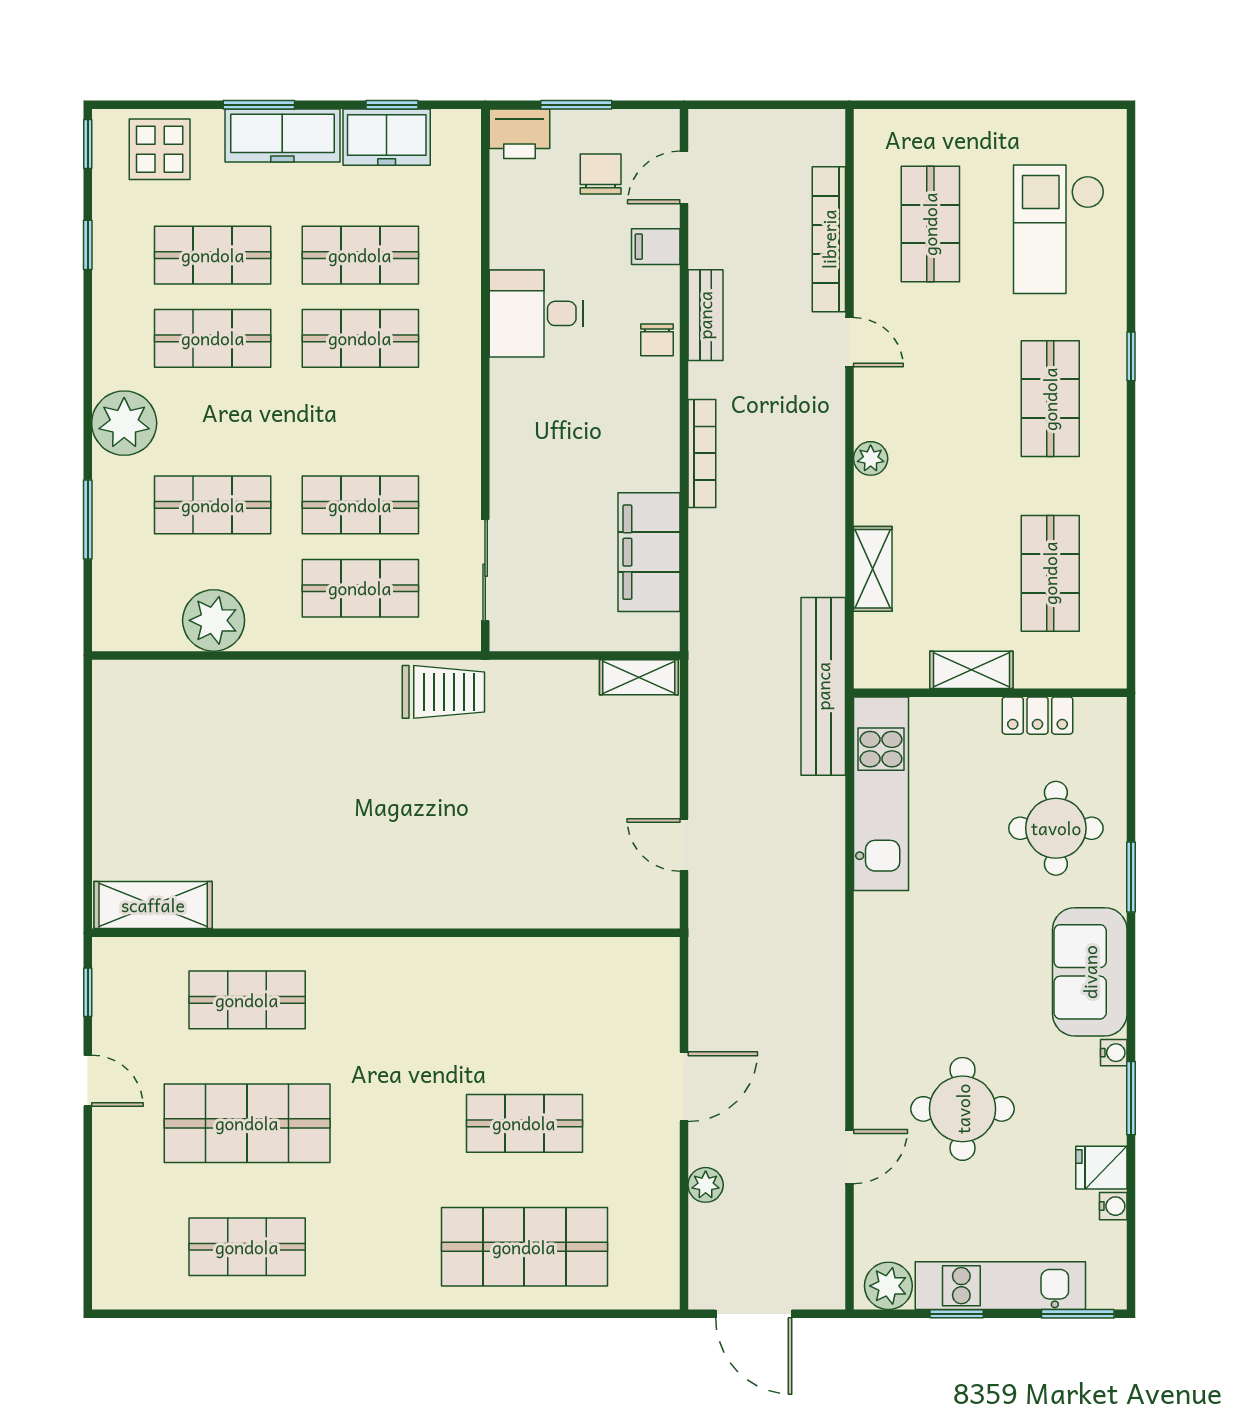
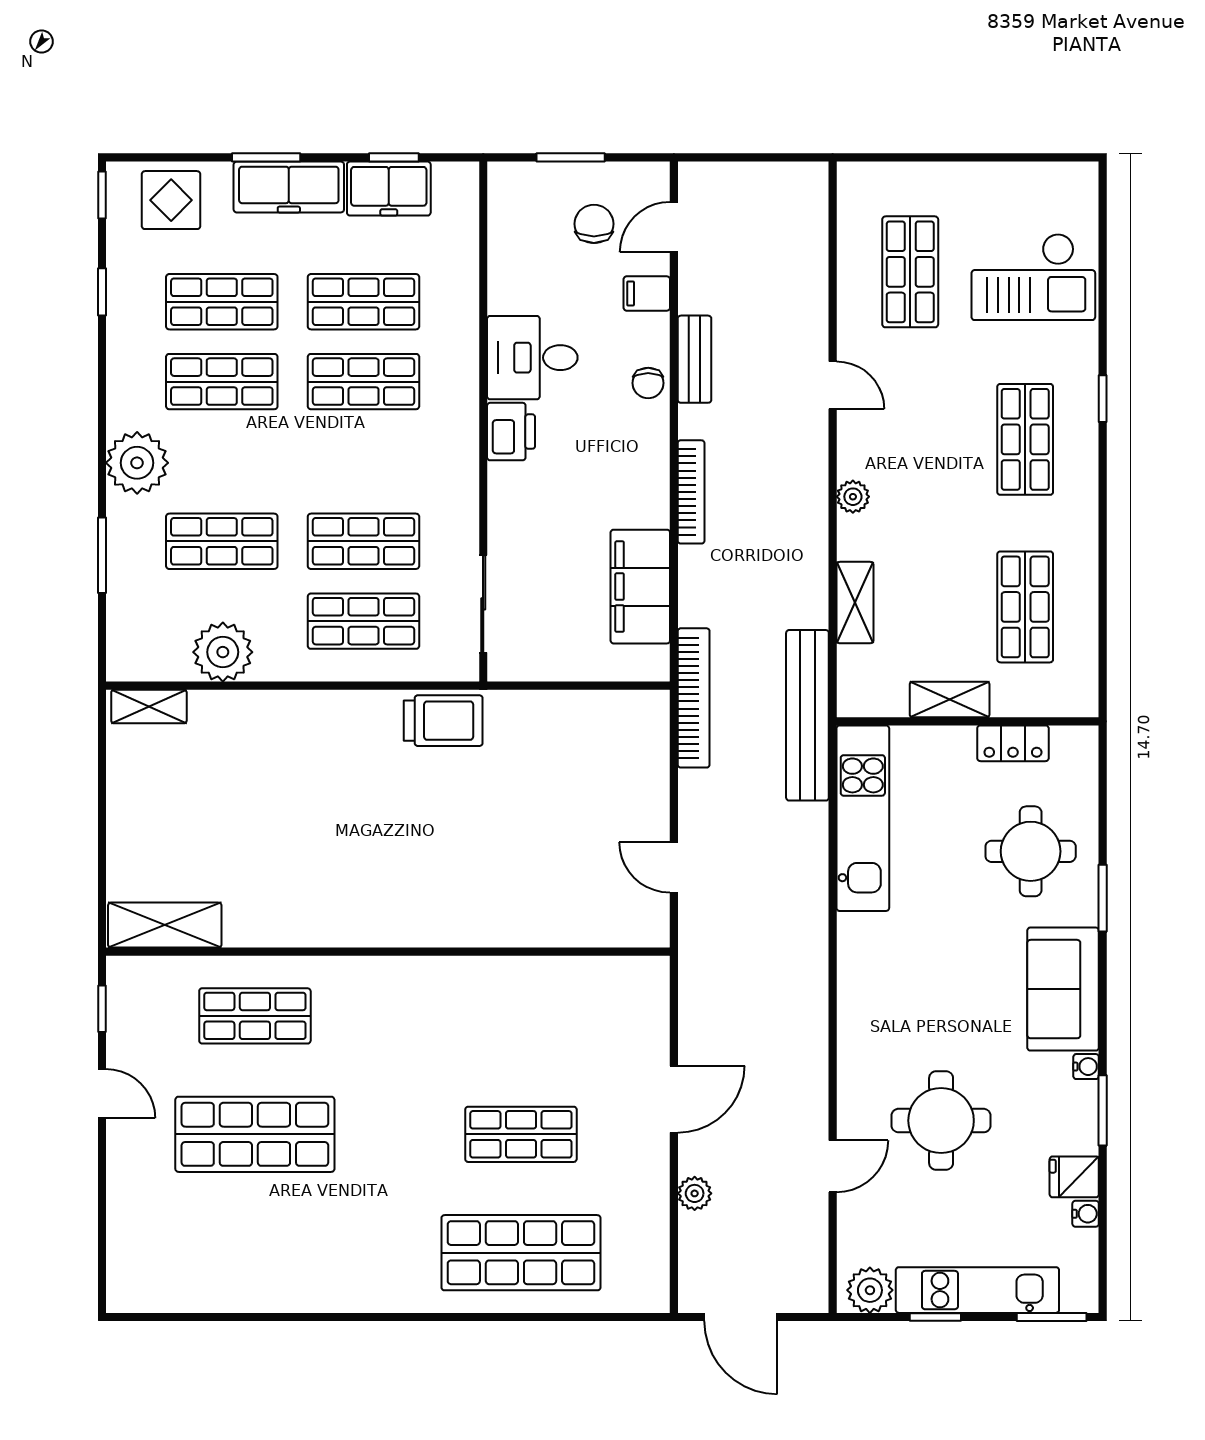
printer: (519, 134) -> (511, 432), moved, turned -90
checkout: (1059, 229) -> (1033, 277), turned -90
bookcase: (829, 239) -> (694, 698), moved, turned 180
shelving: (639, 677) -> (149, 706), moved
shop shelf: (247, 1247) -> (255, 1253), removed

